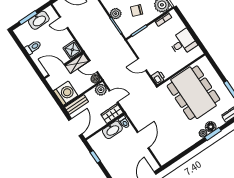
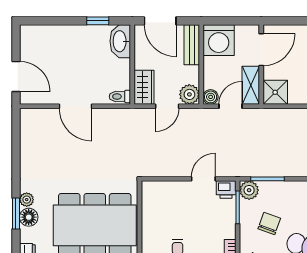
plant: (116, 14) -> (249, 190), moved
door: (142, 64) -> (203, 179), moved
printer: (158, 77) -> (226, 190), moved
washbasin: (112, 130) -> (120, 41), moved

